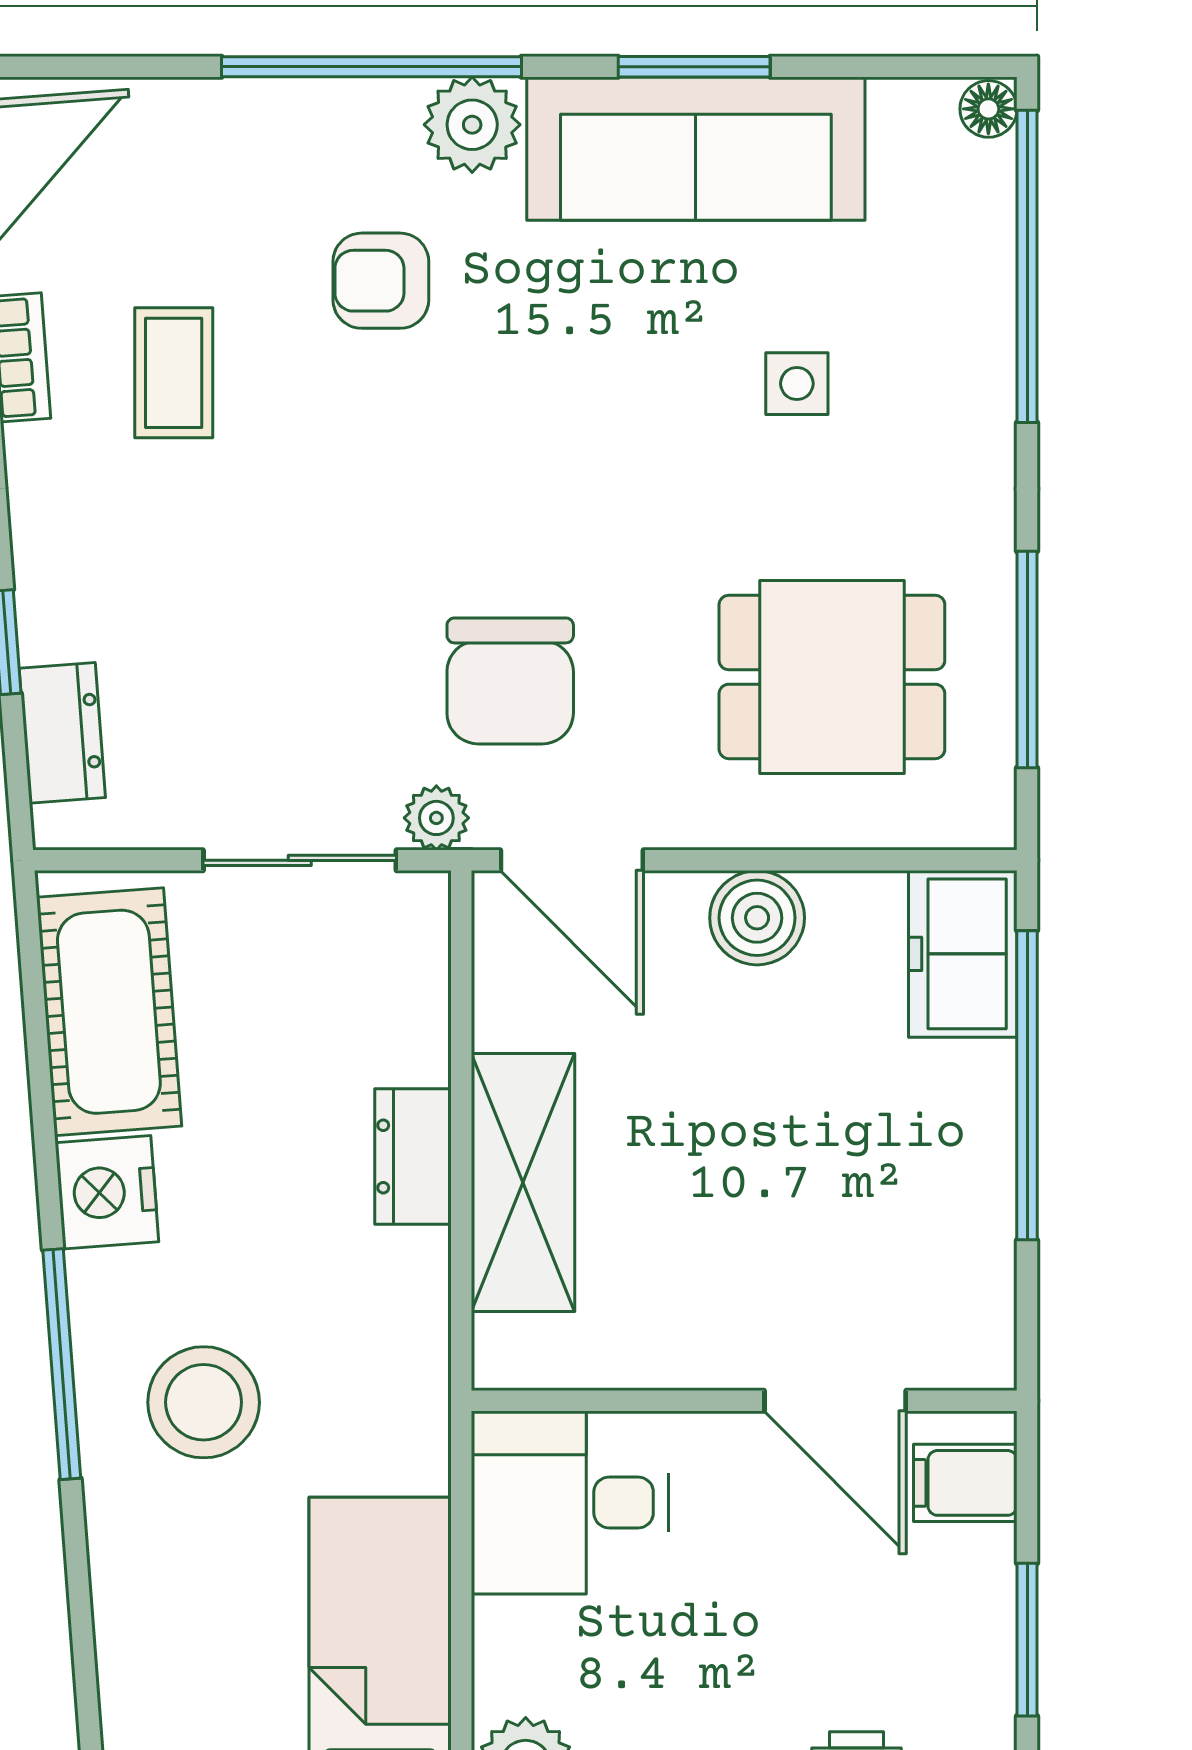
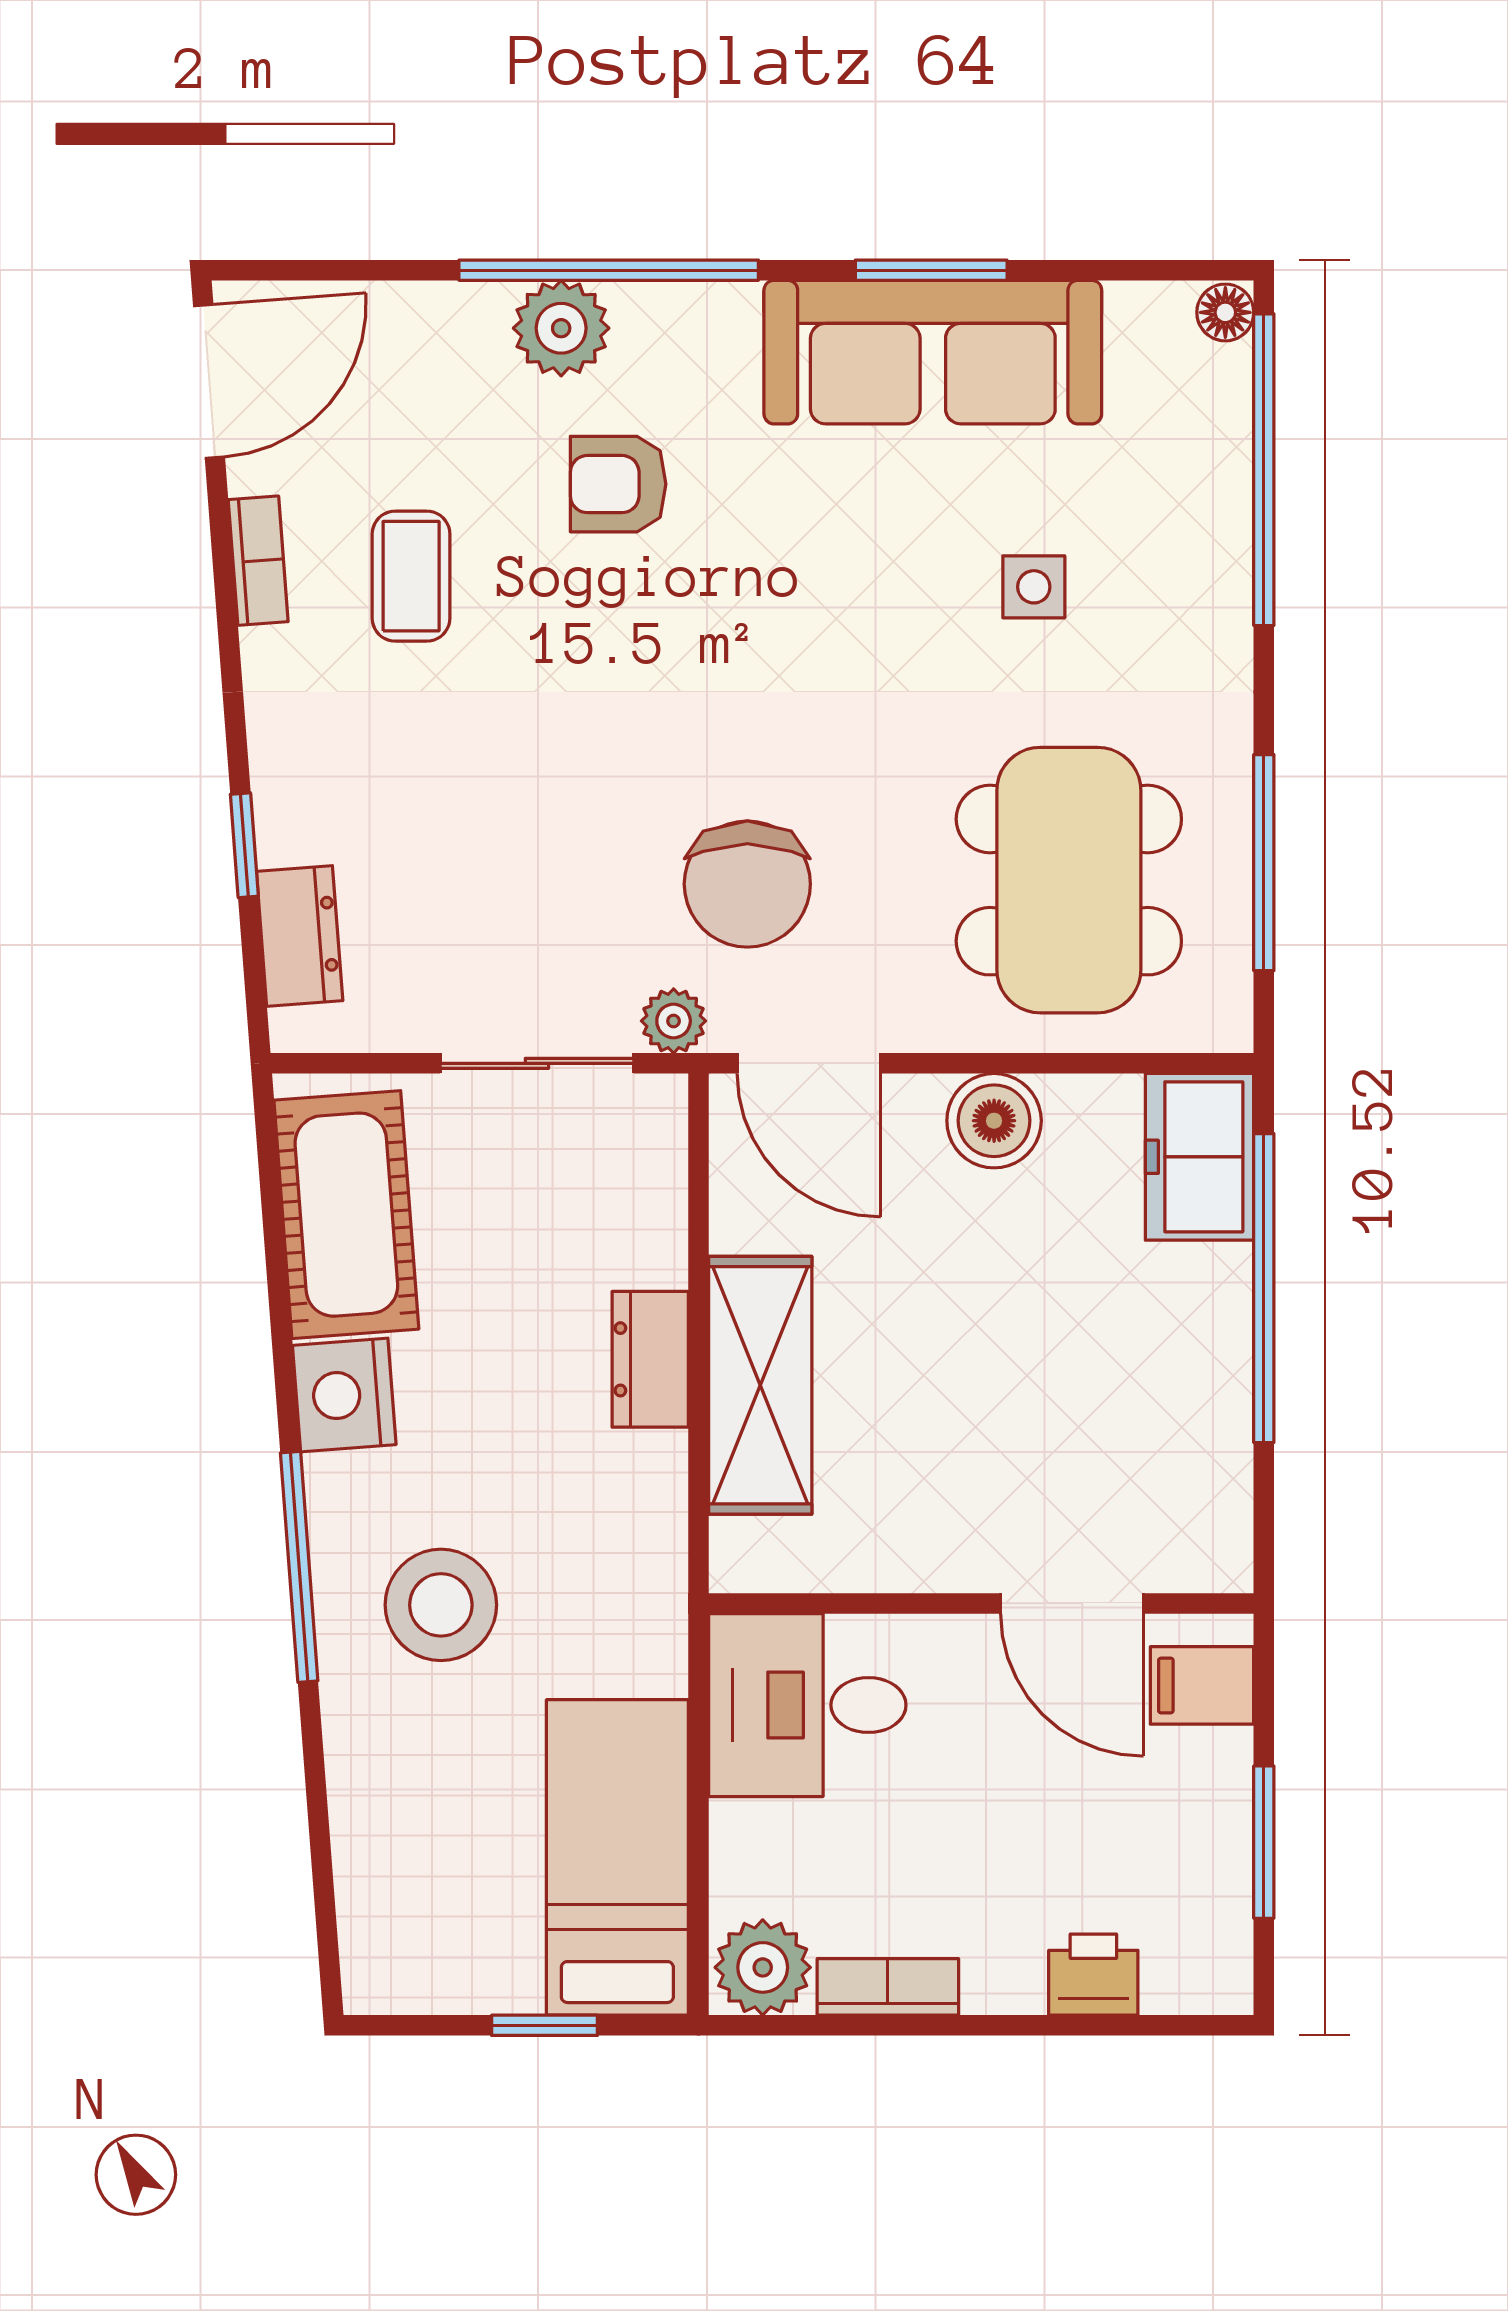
plant: (472, 125) -> (561, 328), moved
dining table: (832, 677) -> (1069, 880), width x1.38

